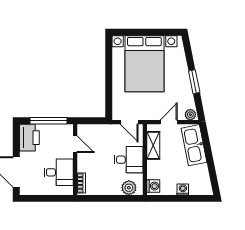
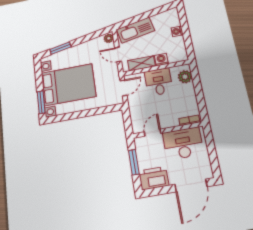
window: (130, 32) -> (41, 102), added
window: (194, 82) -> (60, 48), moved
window: (48, 121) -> (134, 162), width x0.69
desk: (59, 172) -> (183, 143), width x1.37
washing machine: (153, 186) -> (161, 60), moved

